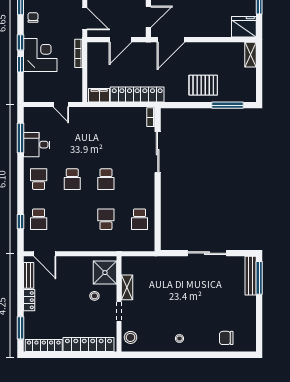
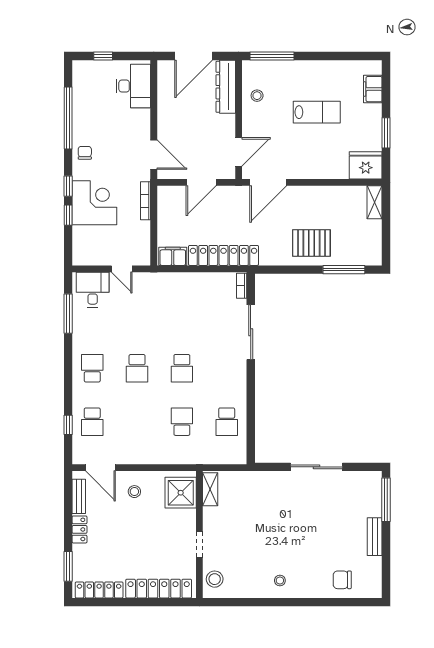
desk: (37, 145) -> (93, 290), moved, turned 90
bench: (251, 276) -> (375, 537), moved, width x0.73
shelving: (127, 287) -> (210, 489), moved
stool: (94, 296) -> (134, 492), moved

